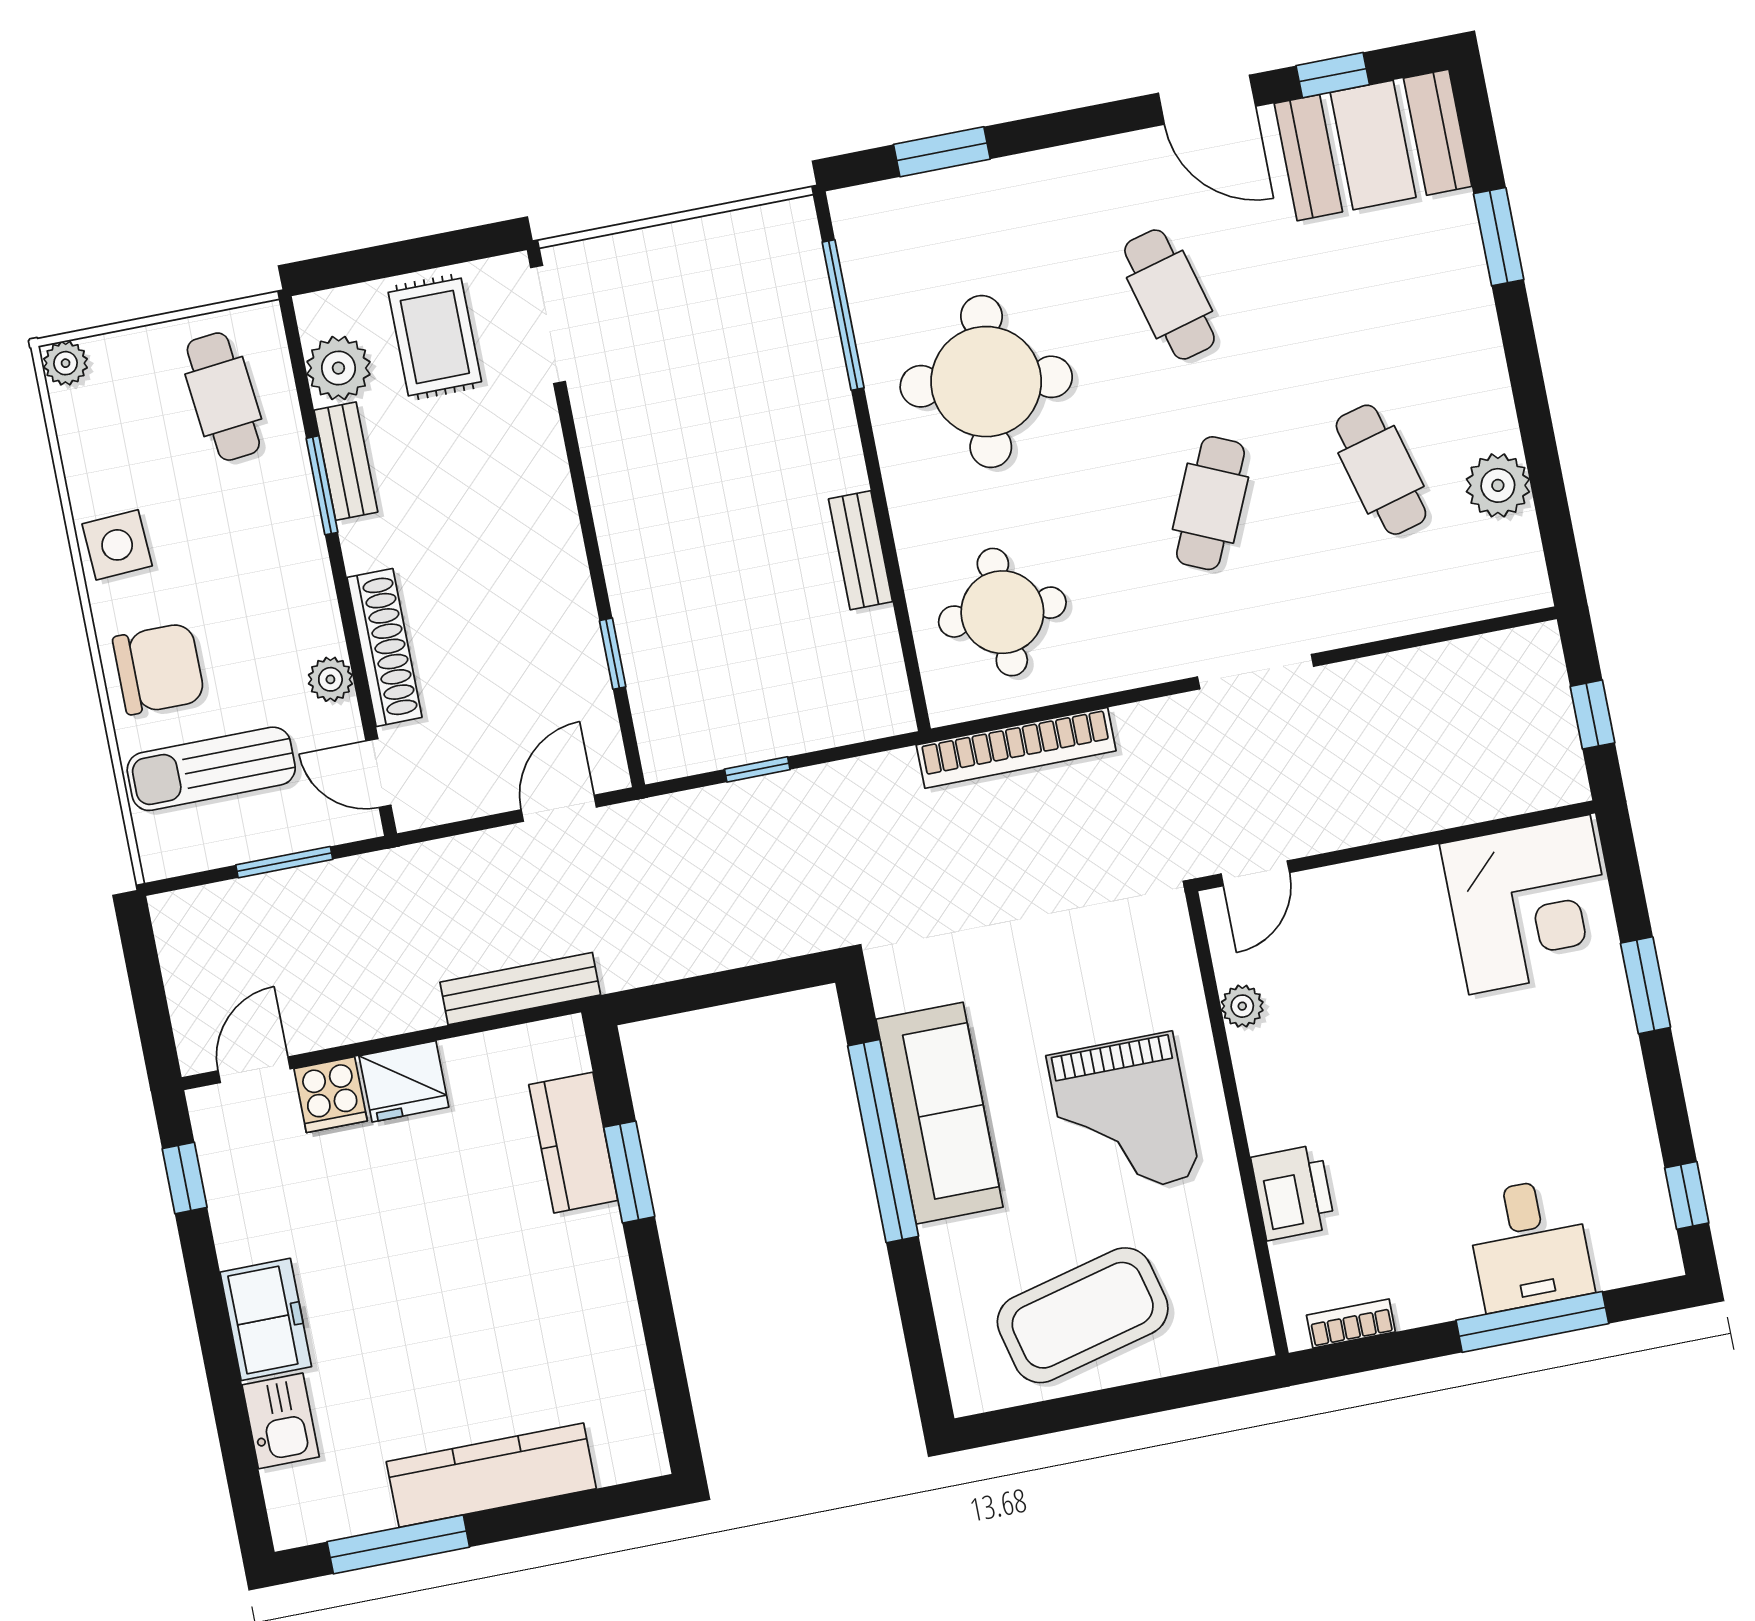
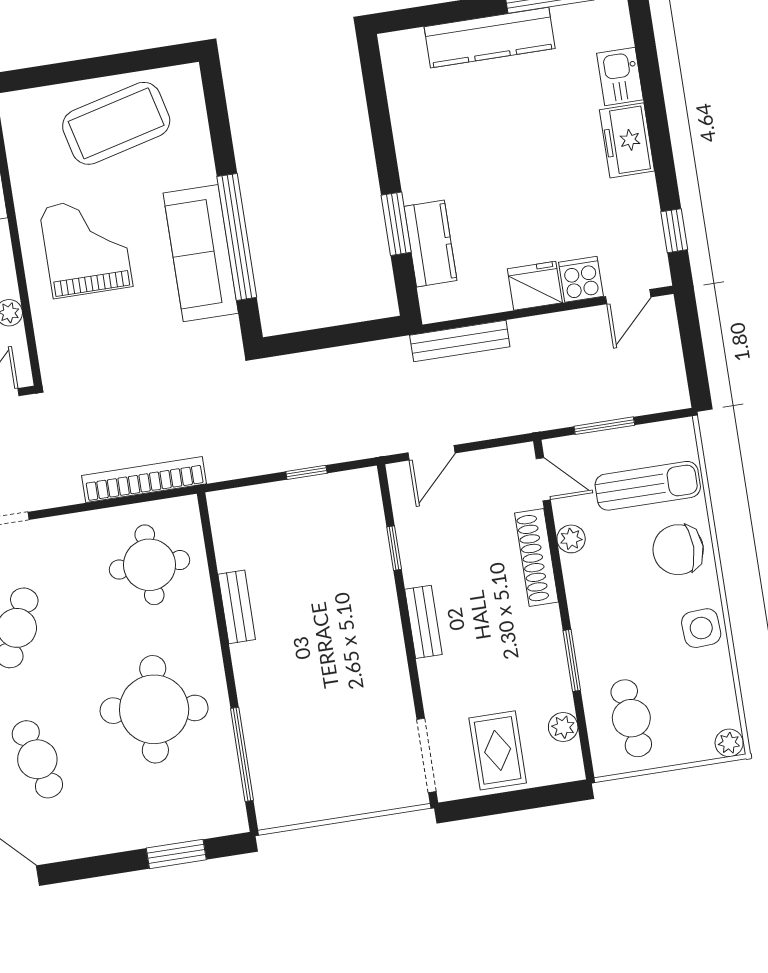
plant: (338, 368) -> (563, 727), width x0.73, depth x0.73
bench: (346, 461) -> (423, 622), moved

